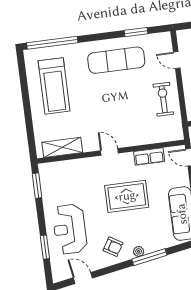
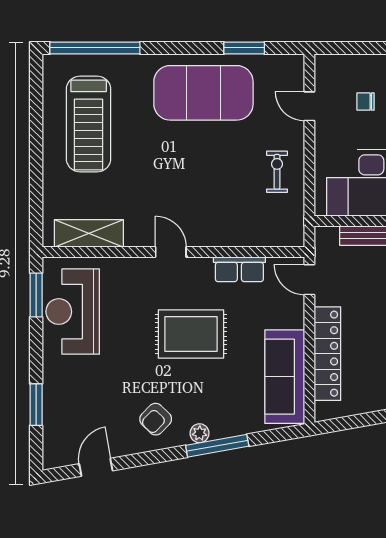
exercise mat: (116, 60) -> (203, 93), width x1.47
exercise bike: (163, 99) -> (277, 172), width x0.73, depth x0.72
reception desk: (70, 229) -> (73, 312), moved
armchair: (113, 247) -> (156, 419), turned 103
door: (83, 278) -> (96, 467), hinge flipped

